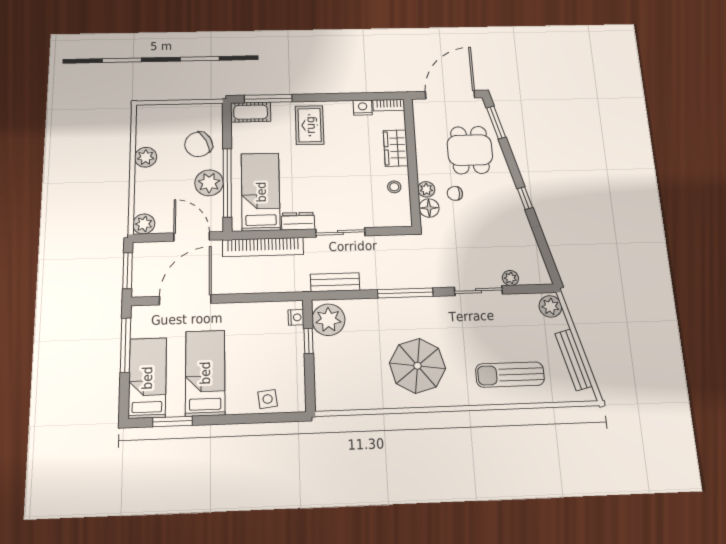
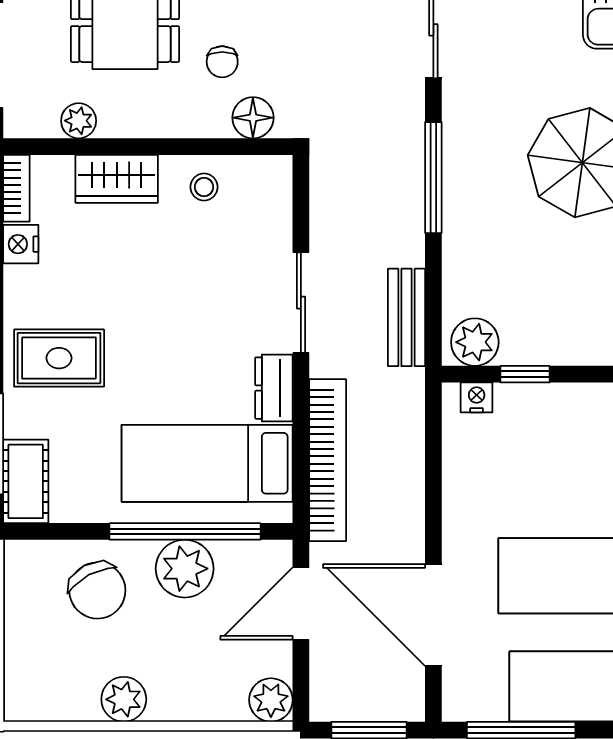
plant: (426, 189) -> (79, 121), moved
plant: (328, 320) -> (475, 342), width x0.73, depth x0.73

